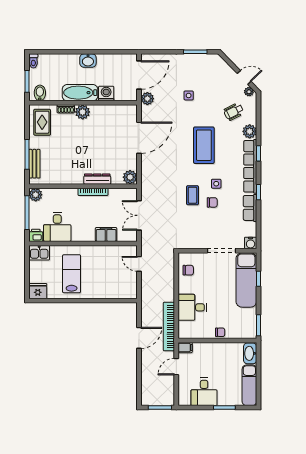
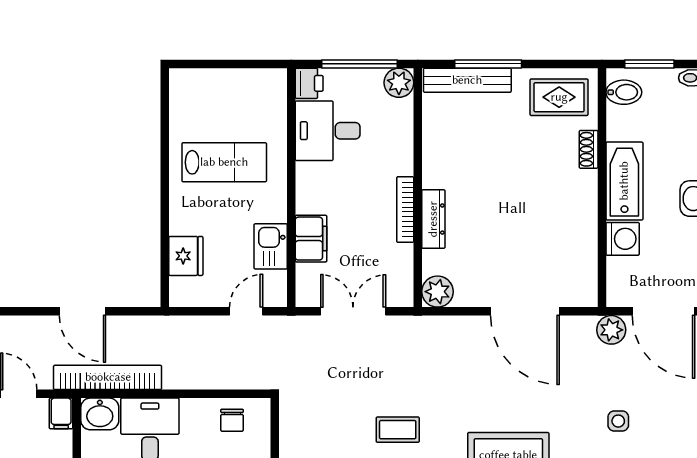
plant: (83, 112) -> (582, 187), removed
bench: (34, 164) -> (467, 80), width x1.36
kitchen sink: (39, 253) -> (271, 246), moved
fridge: (38, 291) -> (186, 256), moved
washbasin: (185, 330) -> (100, 414), added

